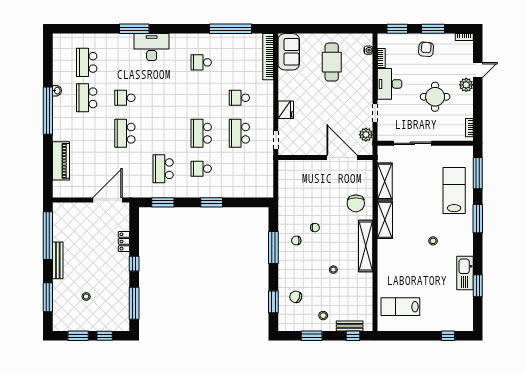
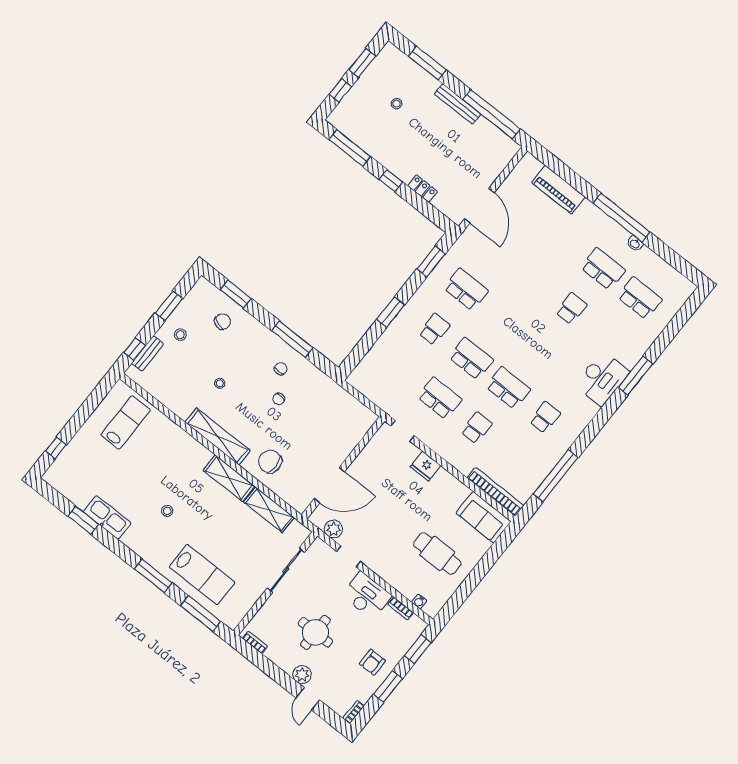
armchair: (426, 49) -> (372, 662), turned 85
school desk: (125, 133) -> (508, 388), moved

